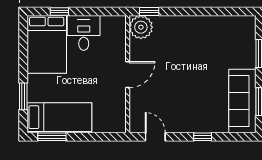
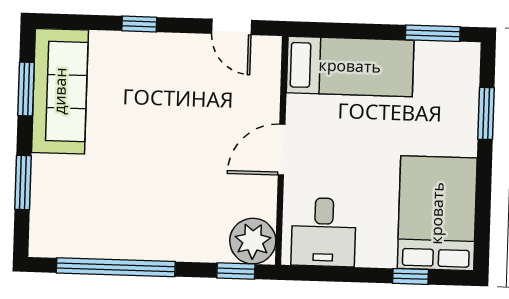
window: (211, 12) -> (116, 267), added
desk: (84, 33) -> (324, 232), moved
bed: (59, 117) -> (350, 66), moved, turned 180

